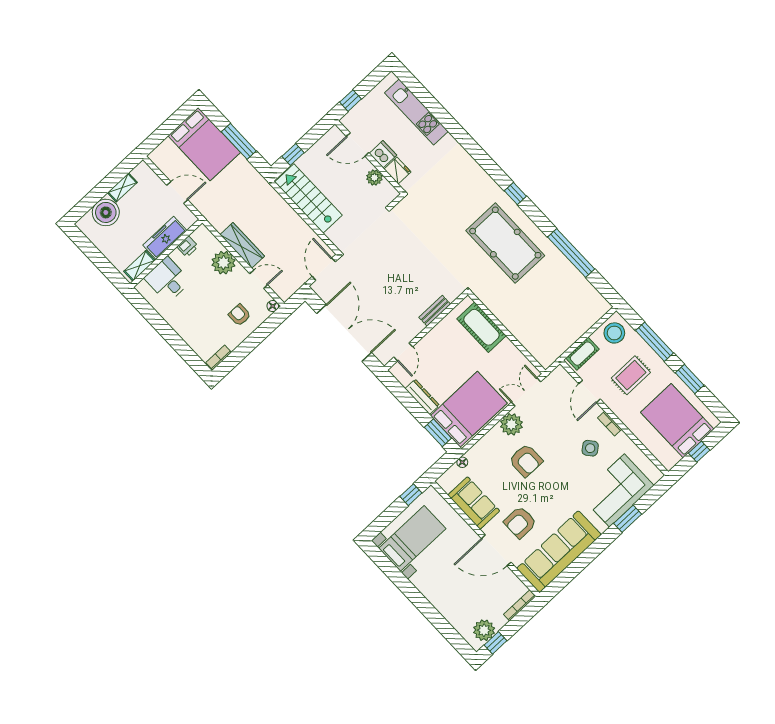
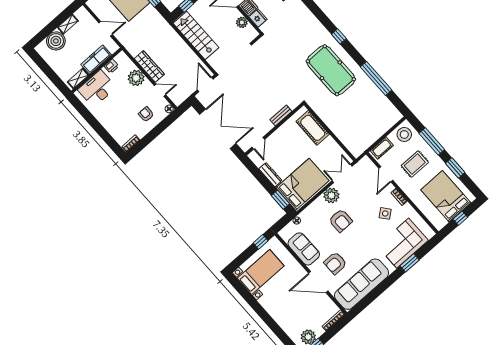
desk: (167, 280) -> (97, 89), width x1.37

